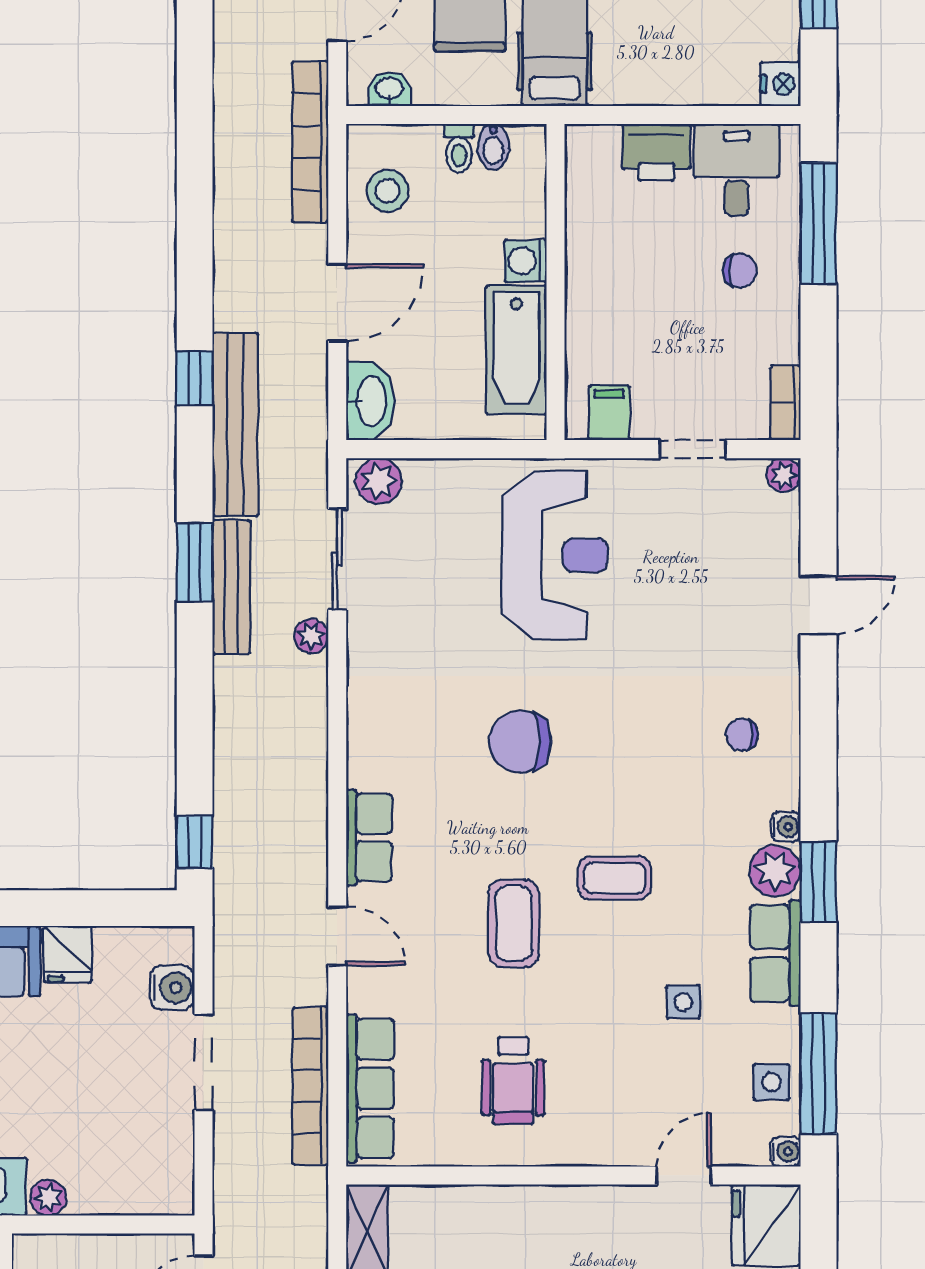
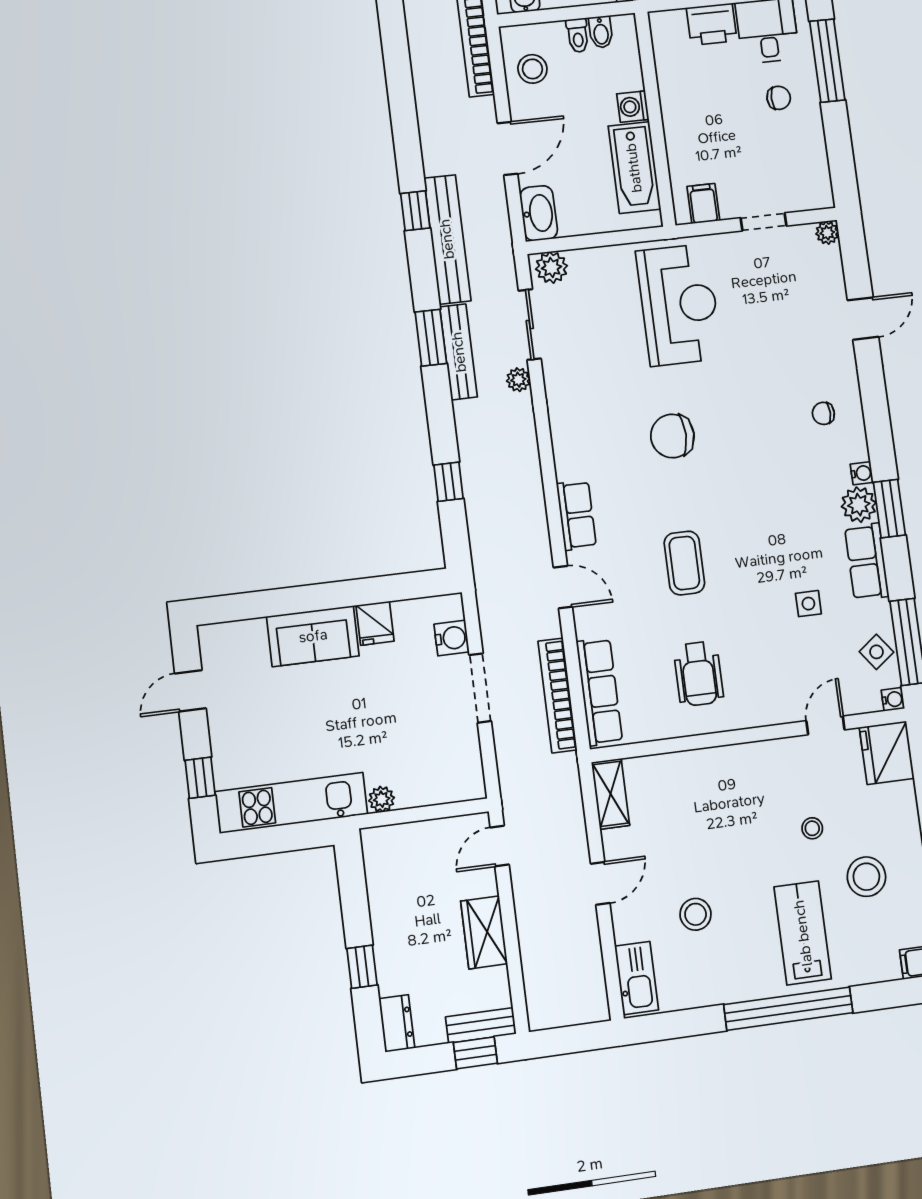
bookcase: (786, 403) -> (822, 184), removed
window: (195, 842) -> (449, 482), moved
coffee table: (614, 878) -> (750, 523), removed
side table: (771, 1082) -> (876, 652), turned -37

